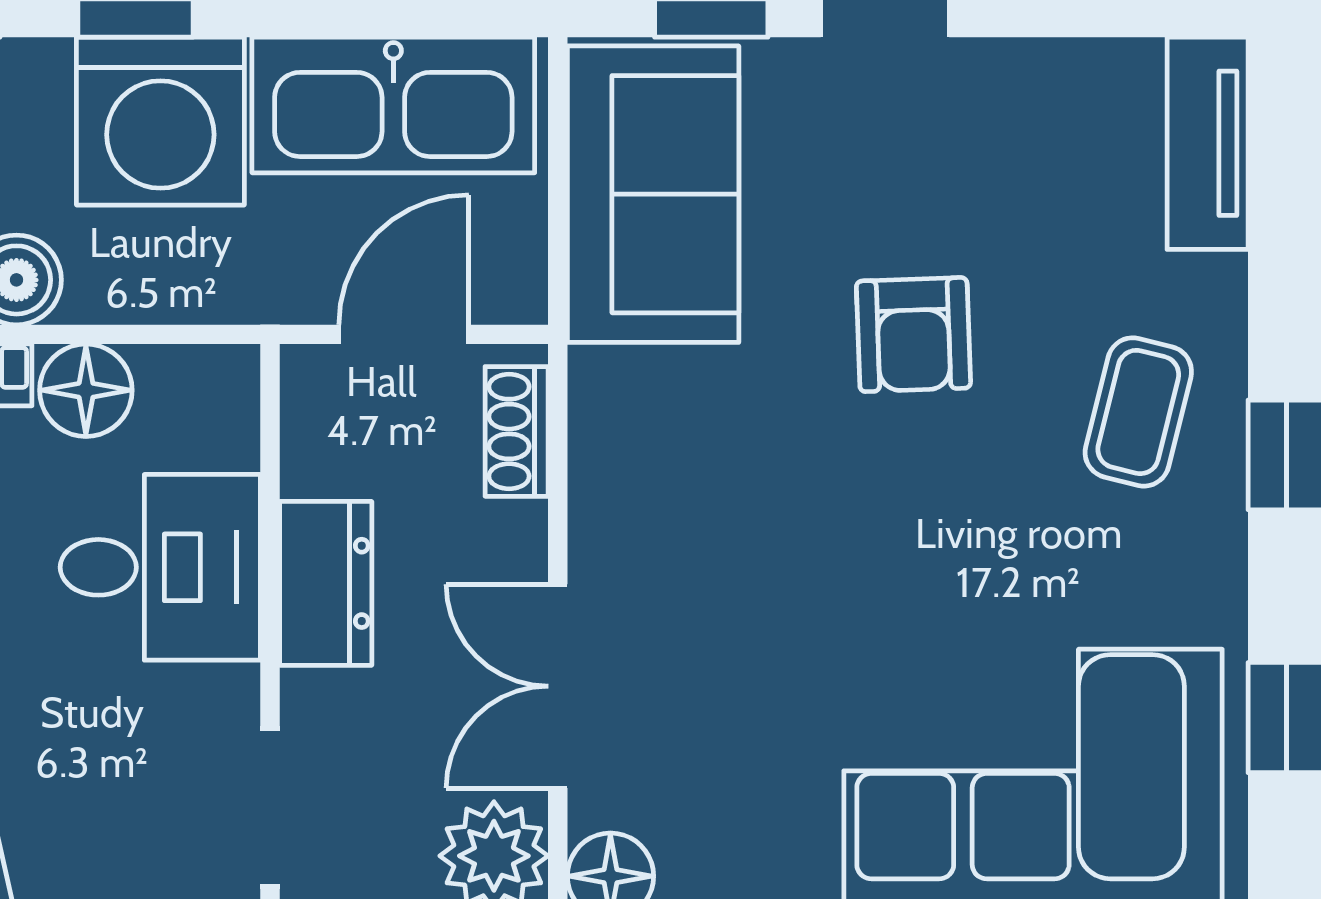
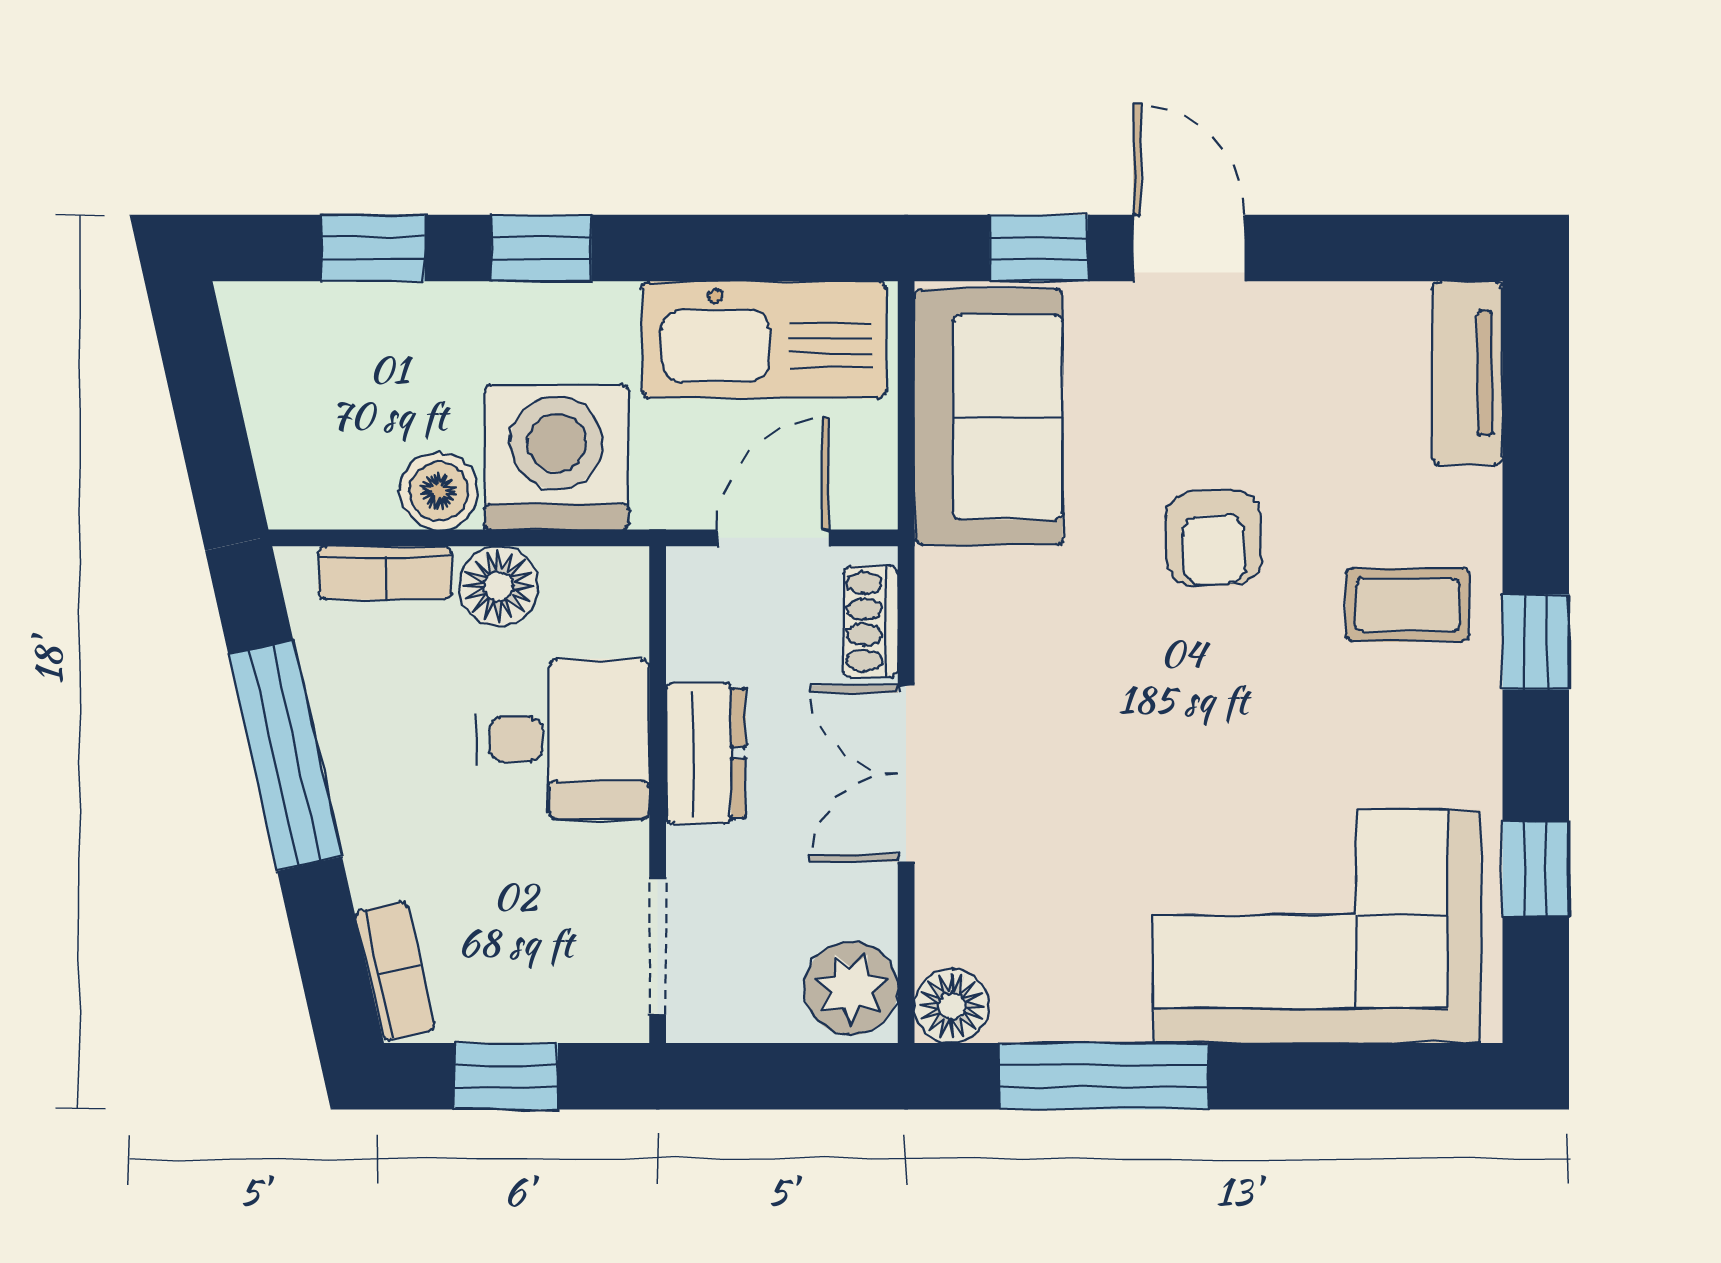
washing machine: (160, 121) -> (557, 457), moved, turned 180
coffee table: (1138, 412) -> (1408, 605), turned 76
double door: (558, 686) -> (906, 774), moved

